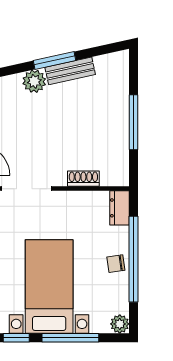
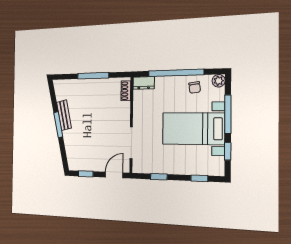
plant: (34, 81) -> (69, 137), removed
shoe rack: (83, 179) -> (126, 91), moved
chair: (116, 264) -> (195, 87), moved

